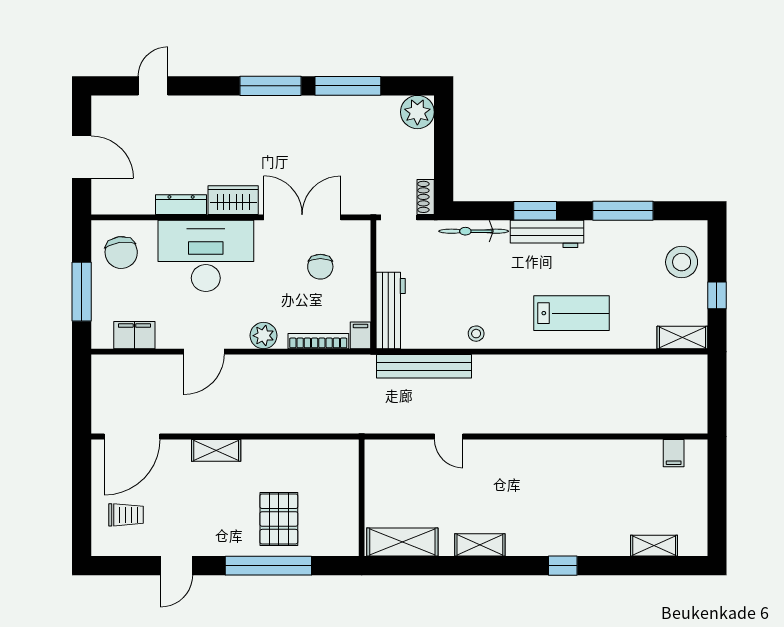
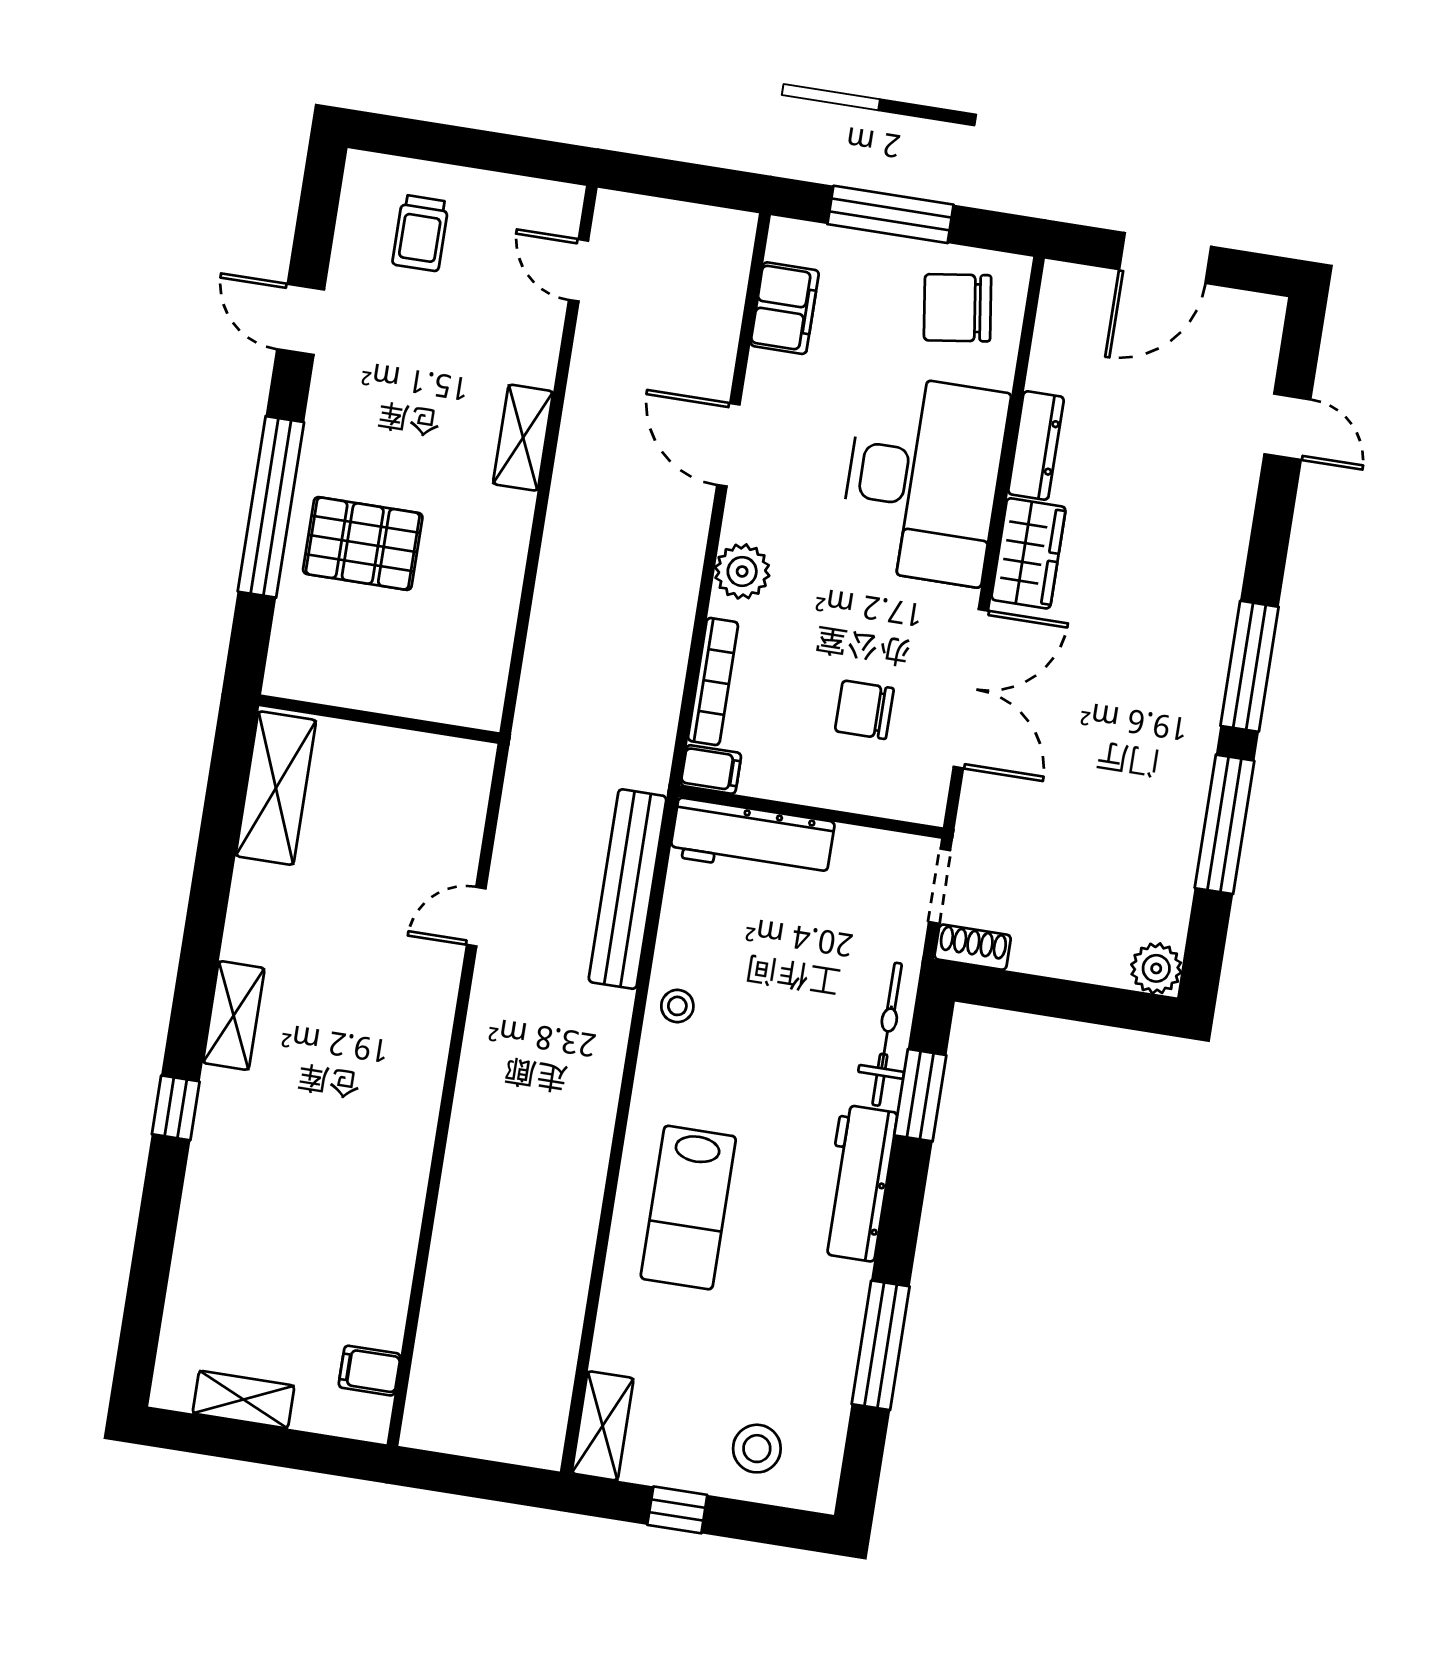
plant: (417, 112) -> (1156, 968), width x0.73, depth x0.73
window: (535, 211) -> (920, 1095), moved
stool: (682, 262) -> (757, 1449), width x0.73, depth x0.73
door: (132, 436) -> (579, 270), width x0.53
shelving: (480, 545) -> (234, 1016), moved
shelving: (654, 546) -> (243, 1399), moved, turned 90

